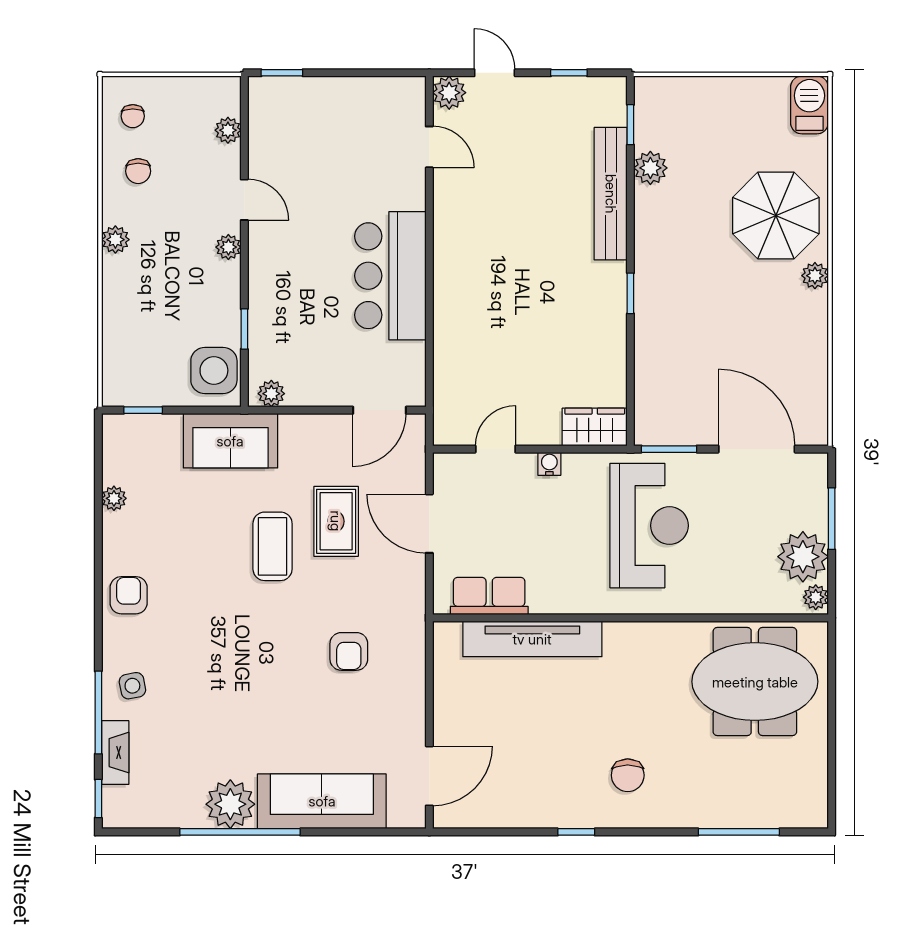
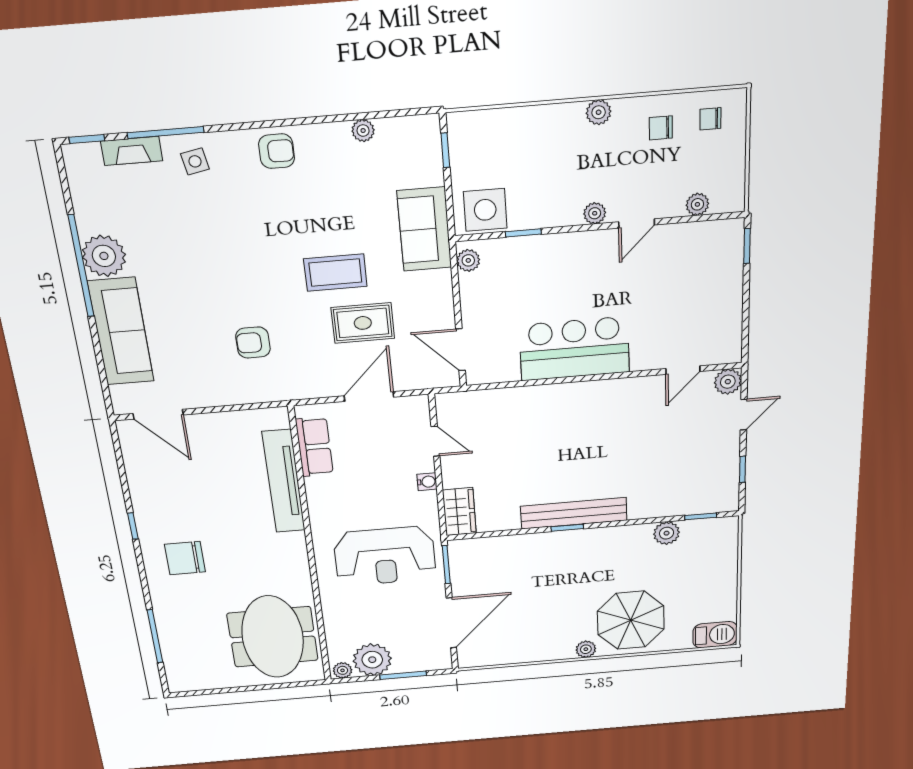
bench: (611, 194) -> (574, 513), moved
chair: (628, 775) -> (185, 558), width x1.37, depth x1.37

